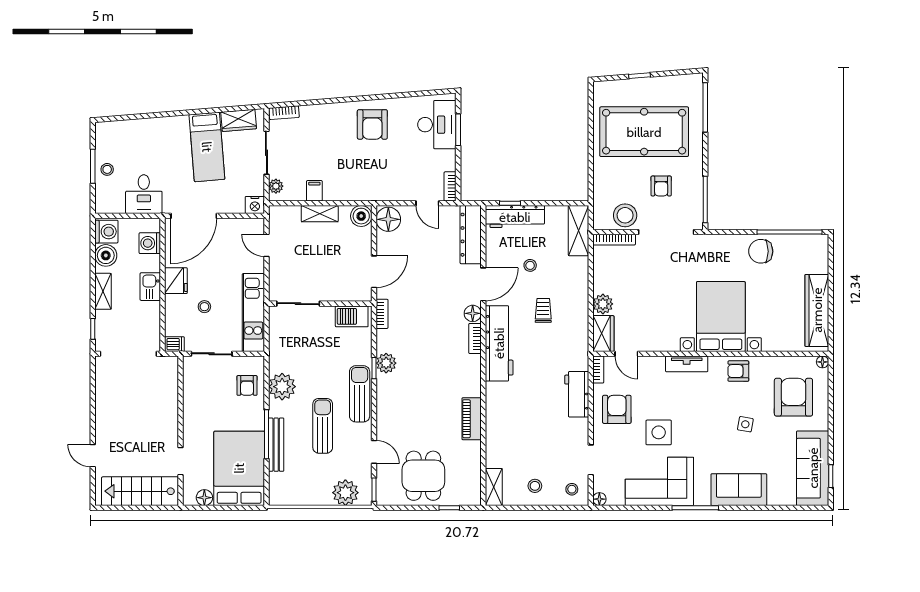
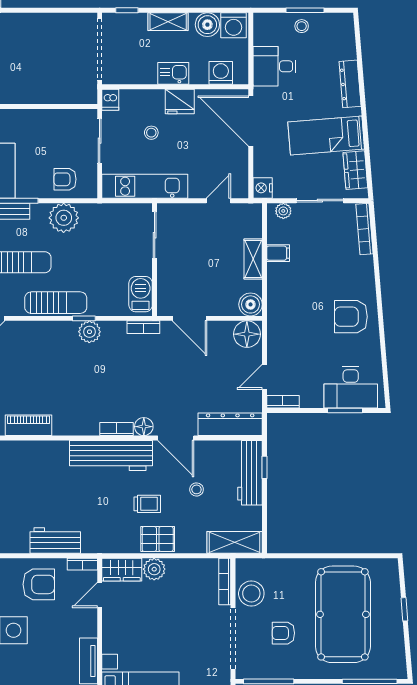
bookcase: (284, 113) -> (364, 229), width x1.56
dresser: (160, 125) -> (350, 84), added
pallet: (575, 301) -> (158, 539), added

